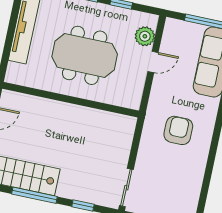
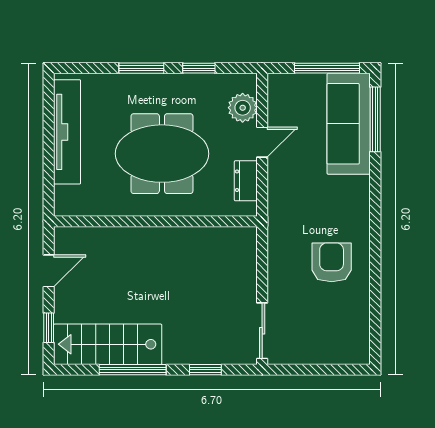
dresser: (137, 85) -> (246, 181), added
armchair: (178, 130) -> (332, 262), moved

